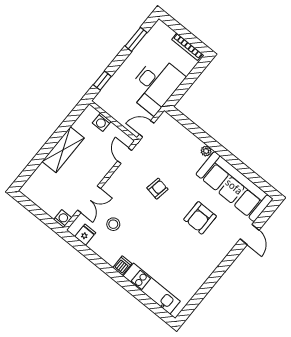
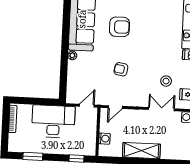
door: (147, 129) -> (87, 106), swing flipped

